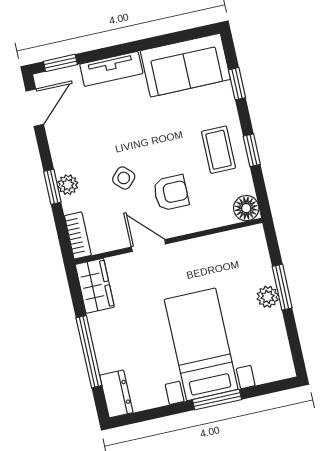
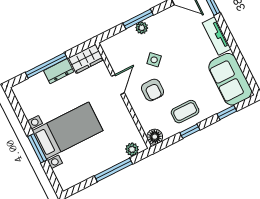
window: (52, 187) -> (138, 19), width x1.50
bookcase: (78, 235) -> (113, 41), removed
window: (282, 287) -> (113, 170), width x1.44
plant: (268, 297) -> (132, 149), moved
dresser: (116, 394) -> (59, 71), moved

